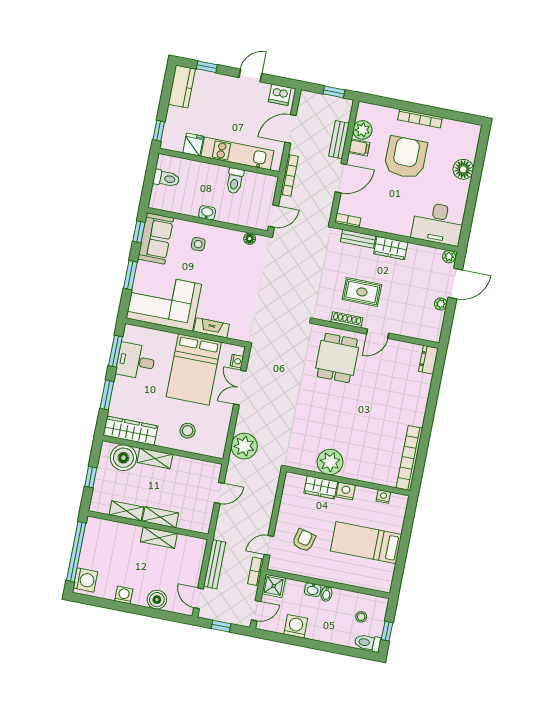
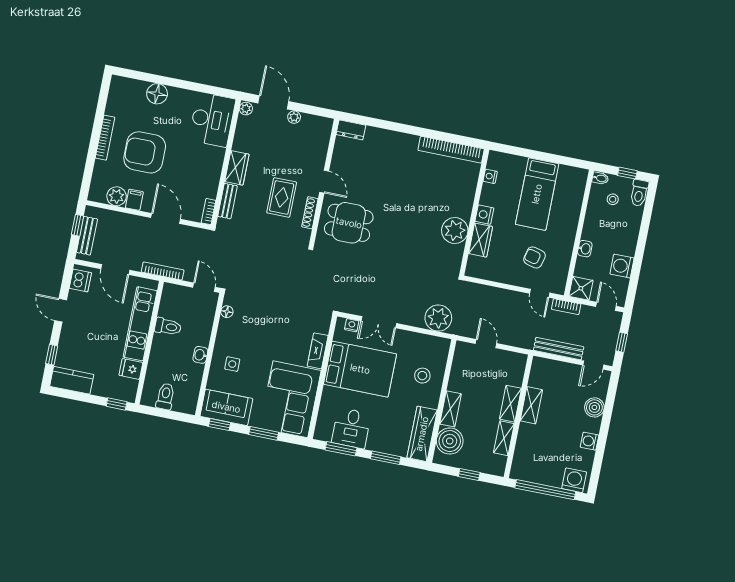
bench: (339, 140) -> (87, 236), moved, turned 90
bidet: (326, 594) -> (600, 178), moved

